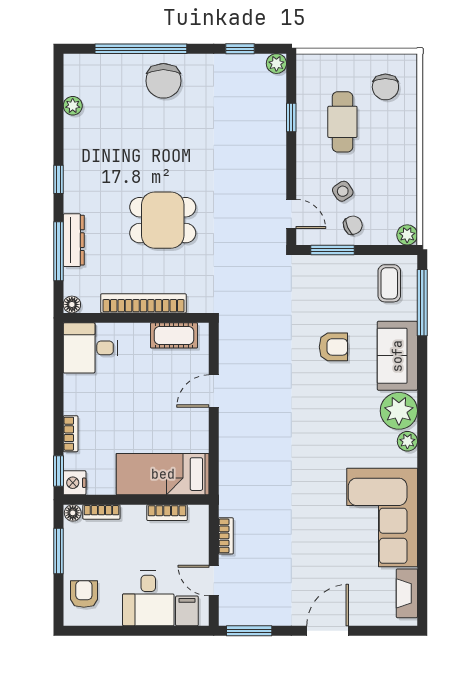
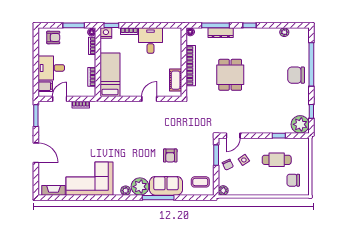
plant: (276, 64) -> (300, 124), width x1.87, depth x1.87
window: (422, 303) -> (158, 198), moved
desk: (90, 348) -> (151, 41), moved
door: (214, 391) -> (149, 99), hinge flipped

